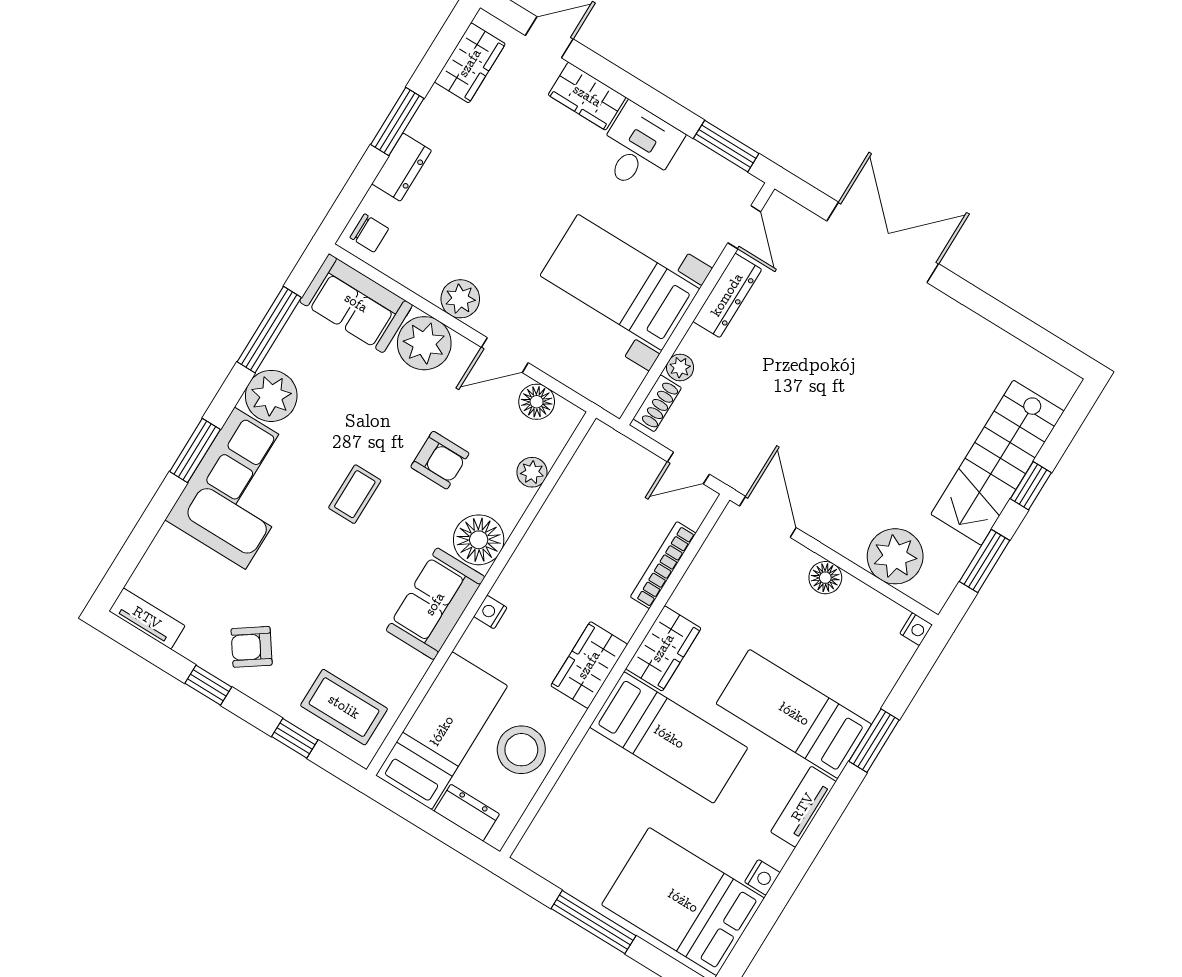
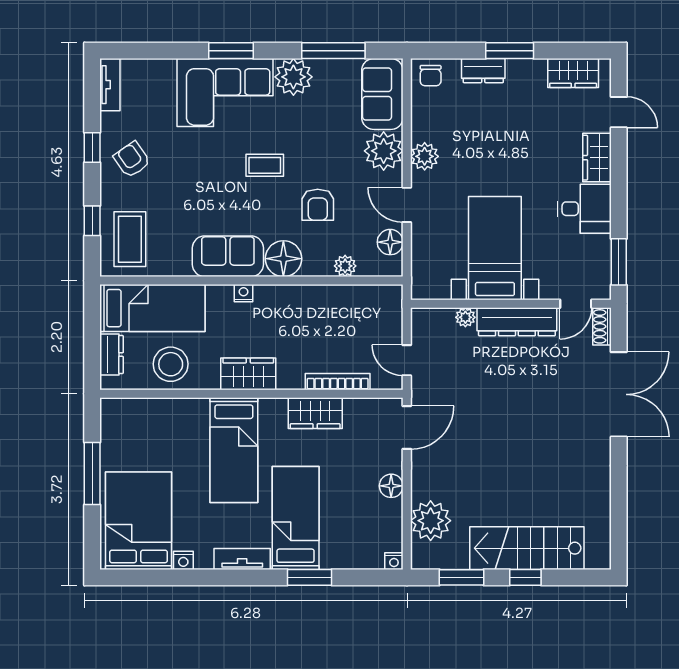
dresser: (727, 295) -> (517, 322), width x1.37, depth x1.24
shoe rack: (657, 403) -> (602, 326), moved, turned 90
wardrobe: (663, 648) -> (315, 413), moved

